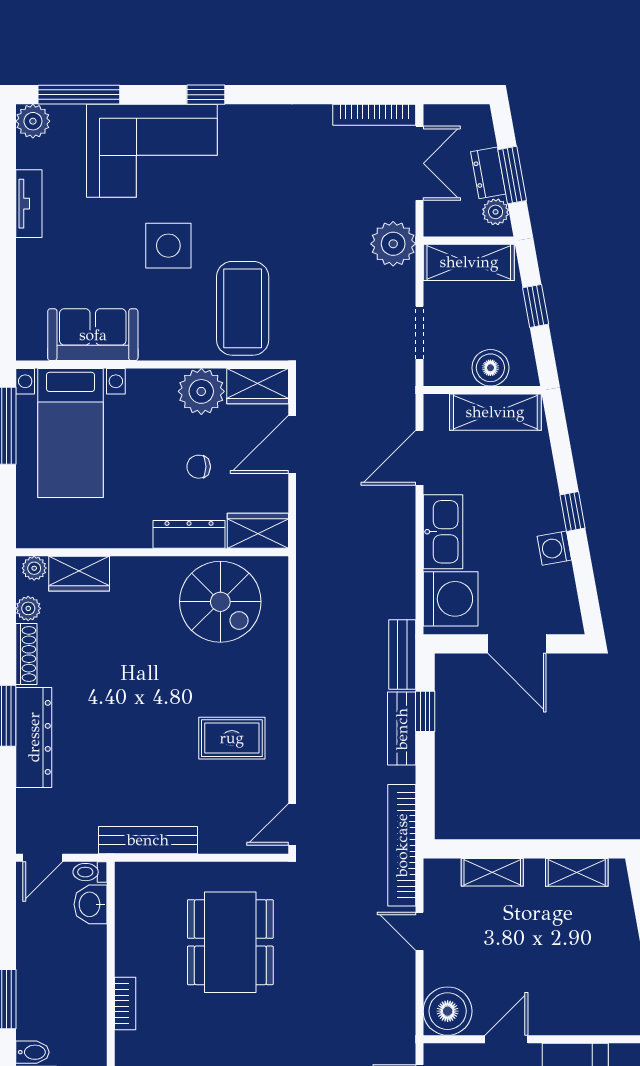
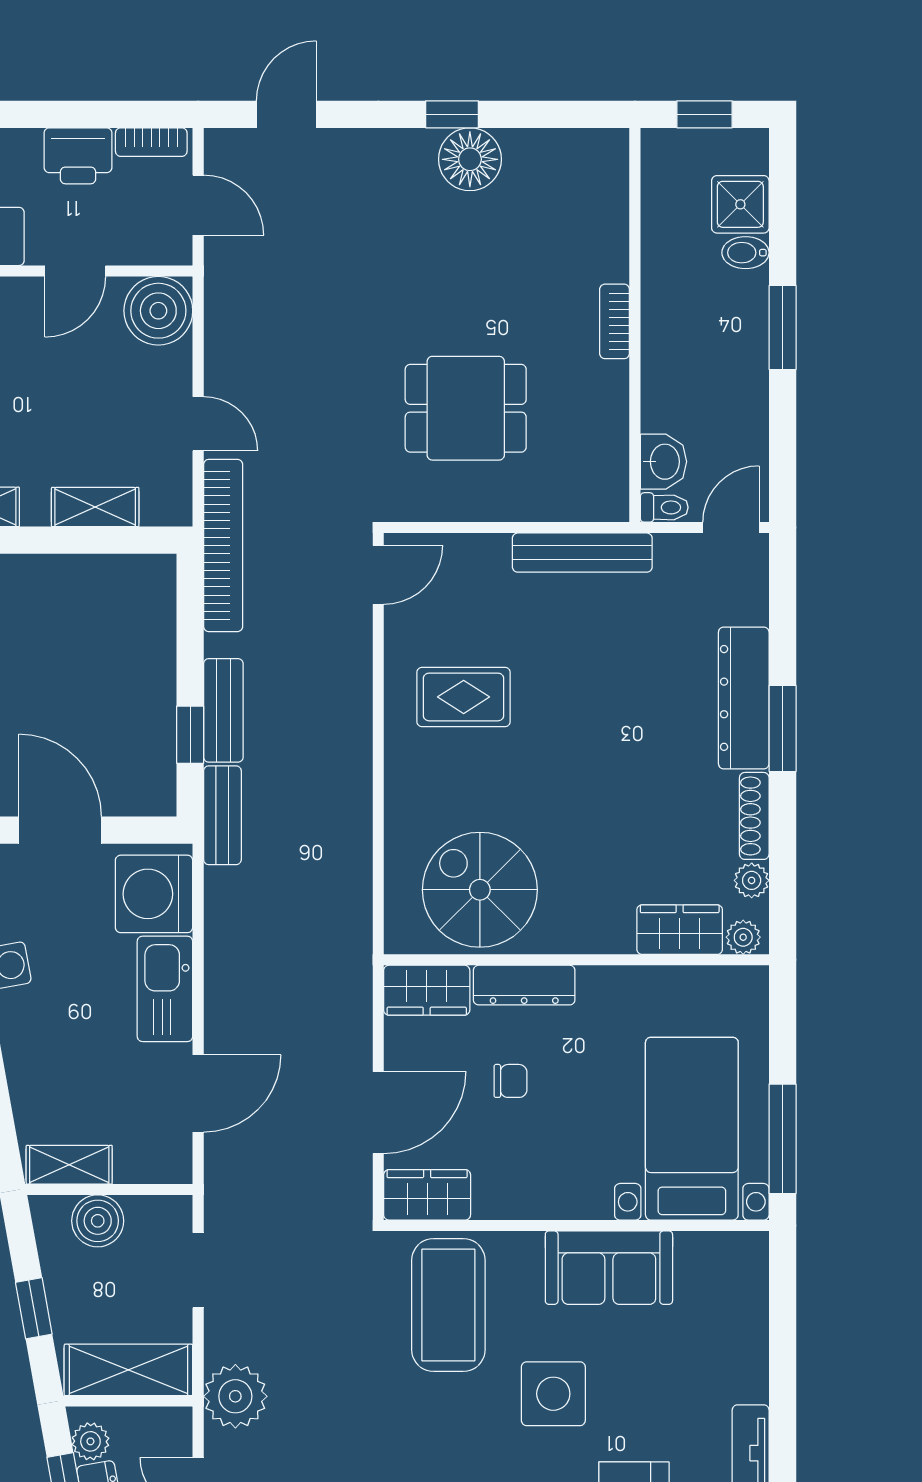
sofa: (93, 335) -> (609, 1268), moved
plant: (201, 391) -> (507, 1187), removed
shelving: (495, 412) -> (69, 1165), width x0.67, depth x0.75
dining table: (230, 942) -> (466, 408), width x0.73

